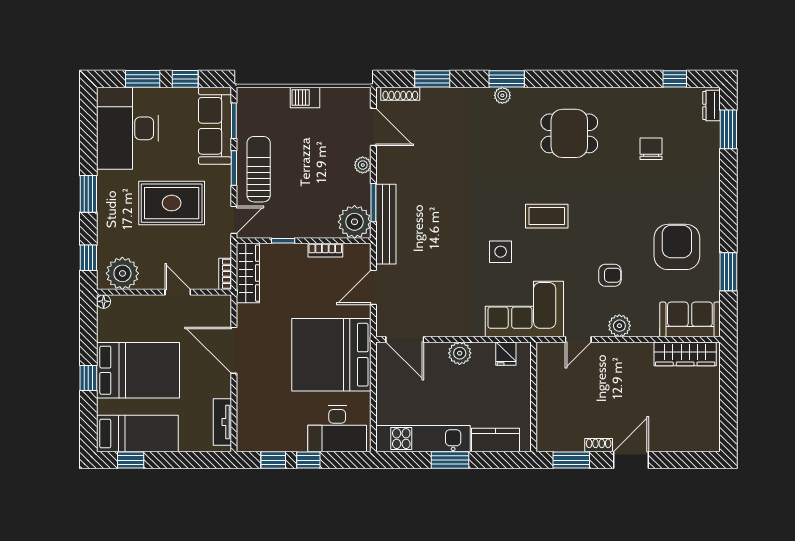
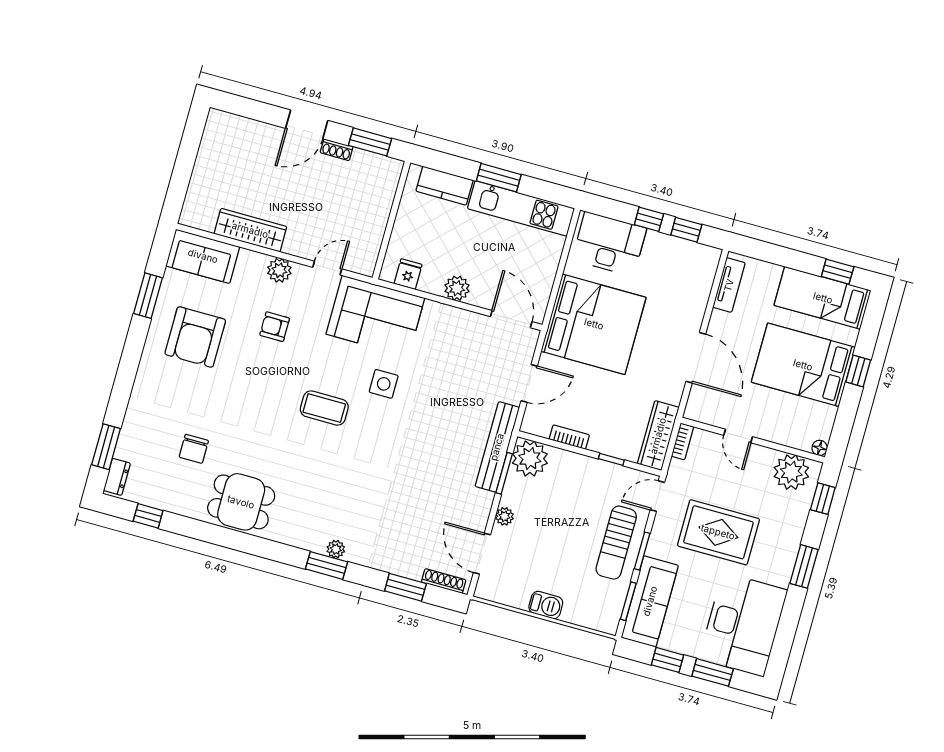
dining table: (569, 133) -> (241, 502), moved
wardrobe: (685, 354) -> (250, 230), moved

